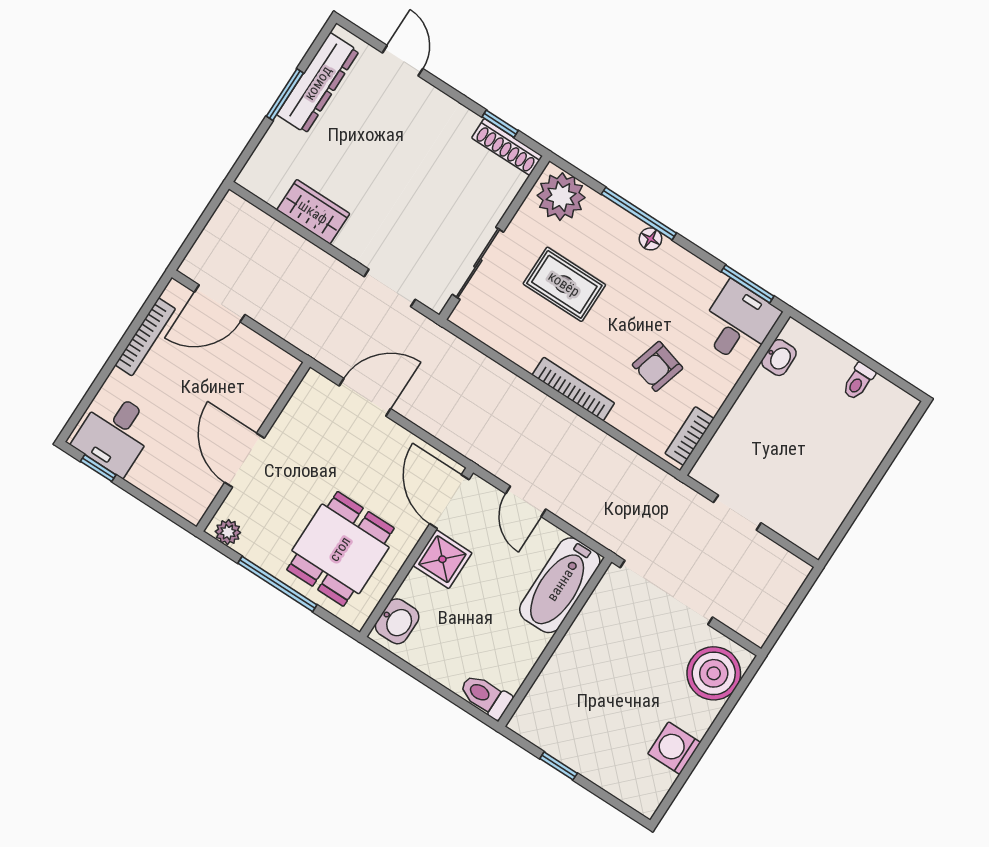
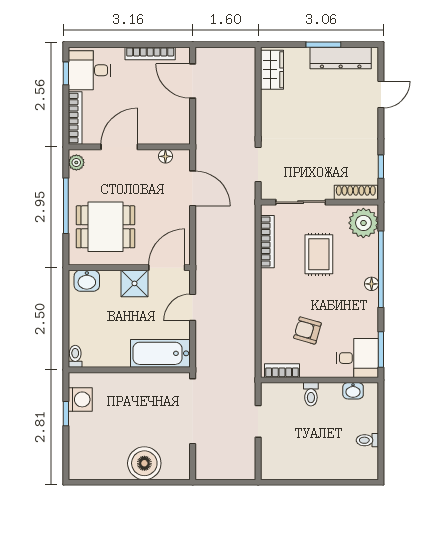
shoe rack: (507, 147) -> (356, 192), moved, turned 90
wardrobe: (313, 212) -> (272, 70), moved
window: (639, 214) -> (381, 269), width x1.46
bookcase: (573, 389) -> (267, 242), moved
floor lamp: (298, 406) -> (165, 156), added
toilet: (747, 418) -> (311, 394), added
bookcase: (167, 495) -> (75, 118), added
boiler: (714, 673) -> (144, 463), moved
toilet: (486, 696) -> (75, 356), width x0.73, depth x0.72
washing machine: (674, 748) -> (80, 399), moved, turned 90

